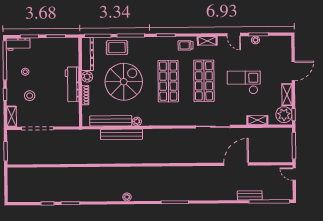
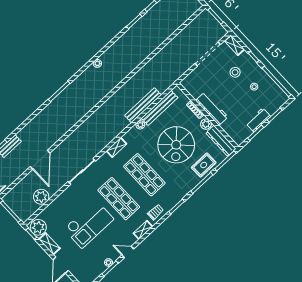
workbench: (18, 44) -> (258, 120), moved
checkout: (244, 82) -> (89, 224), width x1.36, depth x1.21
shelving: (257, 120) -> (116, 147), moved
plant: (261, 136) -> (41, 197), added

